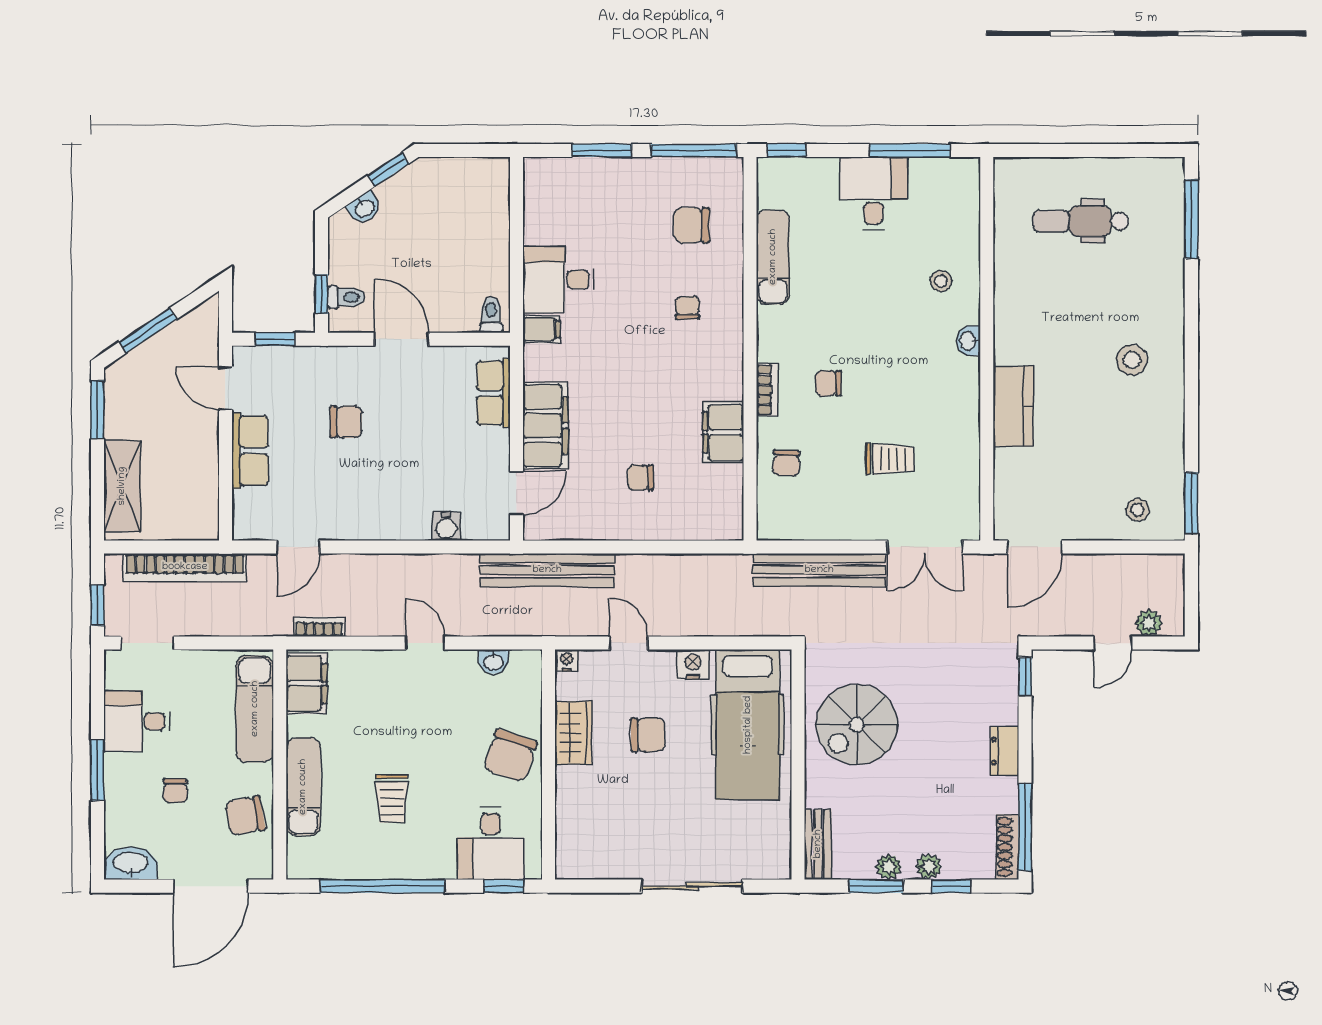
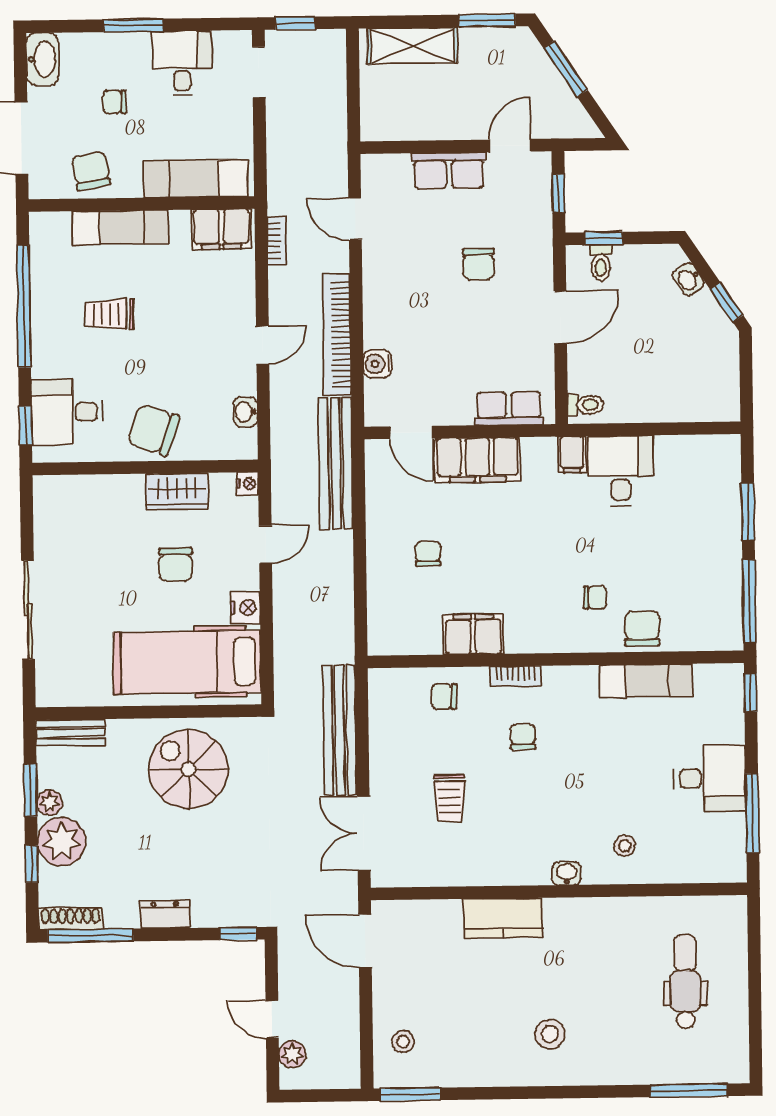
chair: (692, 225) -> (642, 629), moved
bookcase: (185, 567) -> (337, 335), moved
plant: (929, 867) -> (62, 842), width x1.87, depth x1.87

